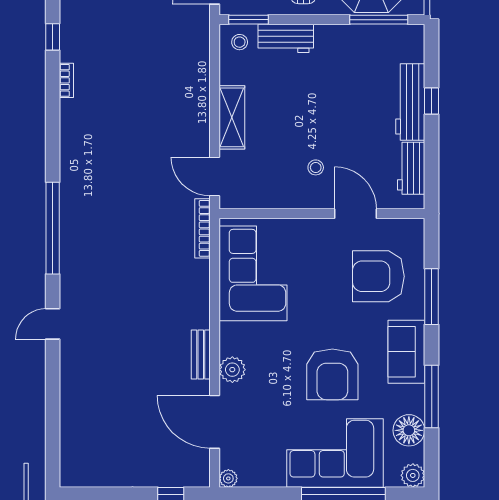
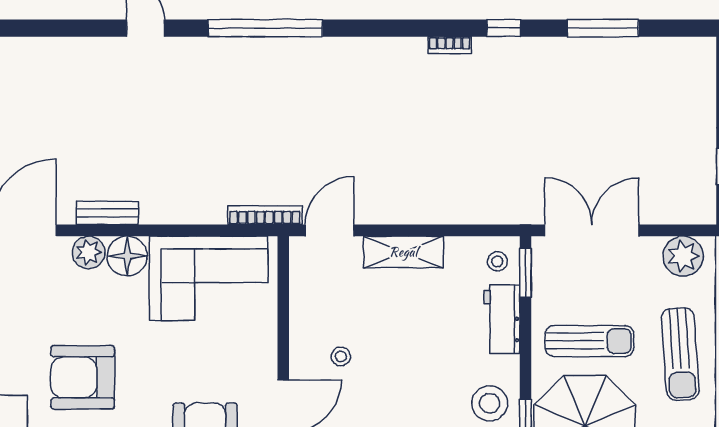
stool: (353, 48) -> (490, 403), added
floor lamp: (235, 339) -> (127, 256), added

